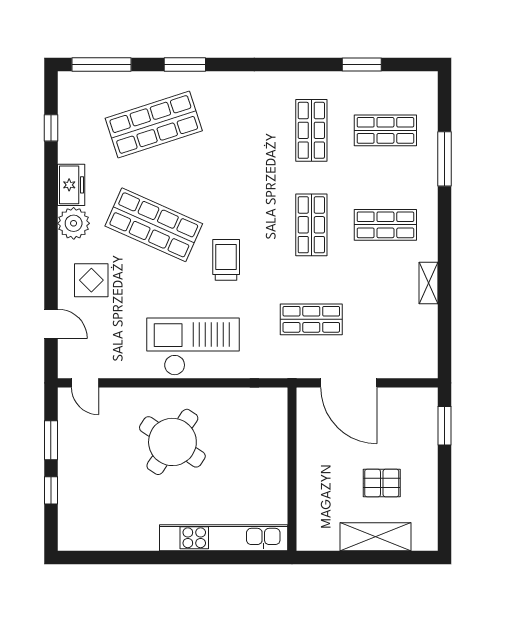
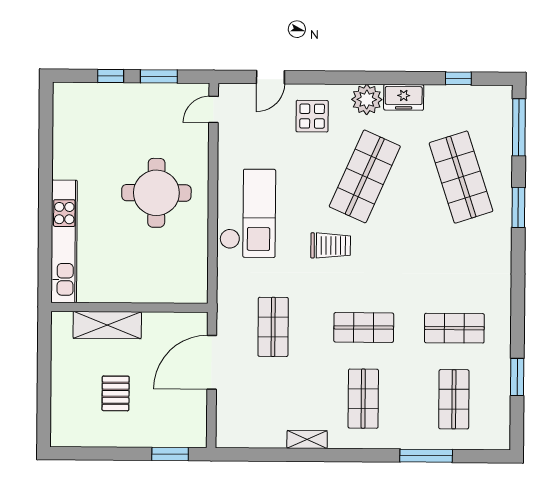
round table: (172, 442) -> (156, 193), turned -34
shelving: (375, 537) -> (107, 325), moved, turned 90

